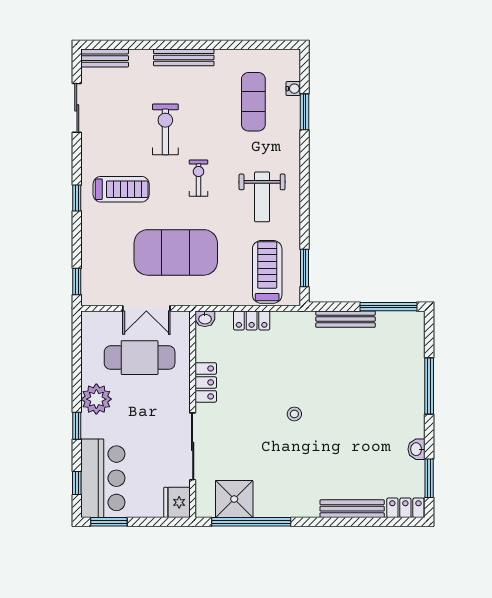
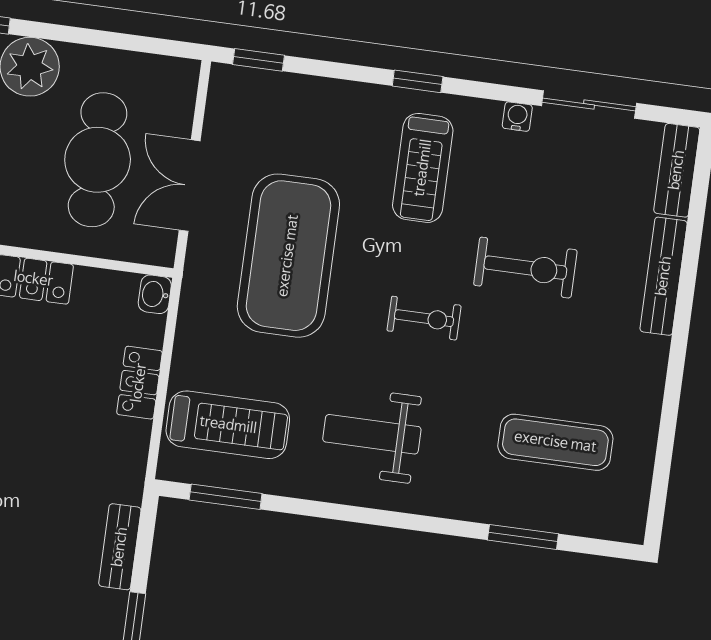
bench: (184, 57) -> (664, 276), moved
water cooler: (293, 89) -> (517, 117), moved, turned 180
bench: (346, 319) -> (120, 547), width x0.73

